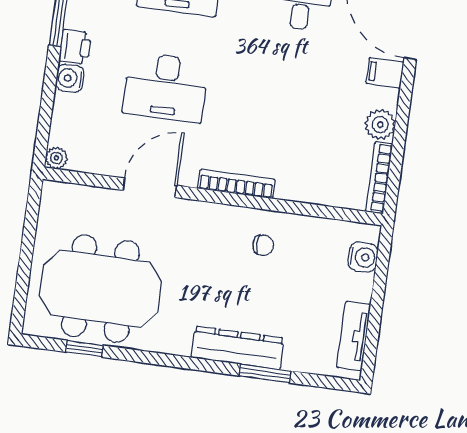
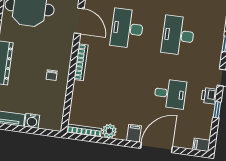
water cooler: (363, 257) -> (32, 121), moved

